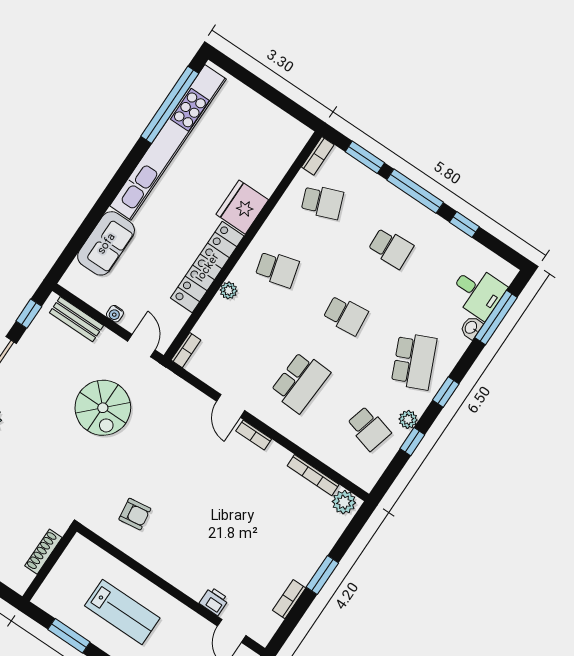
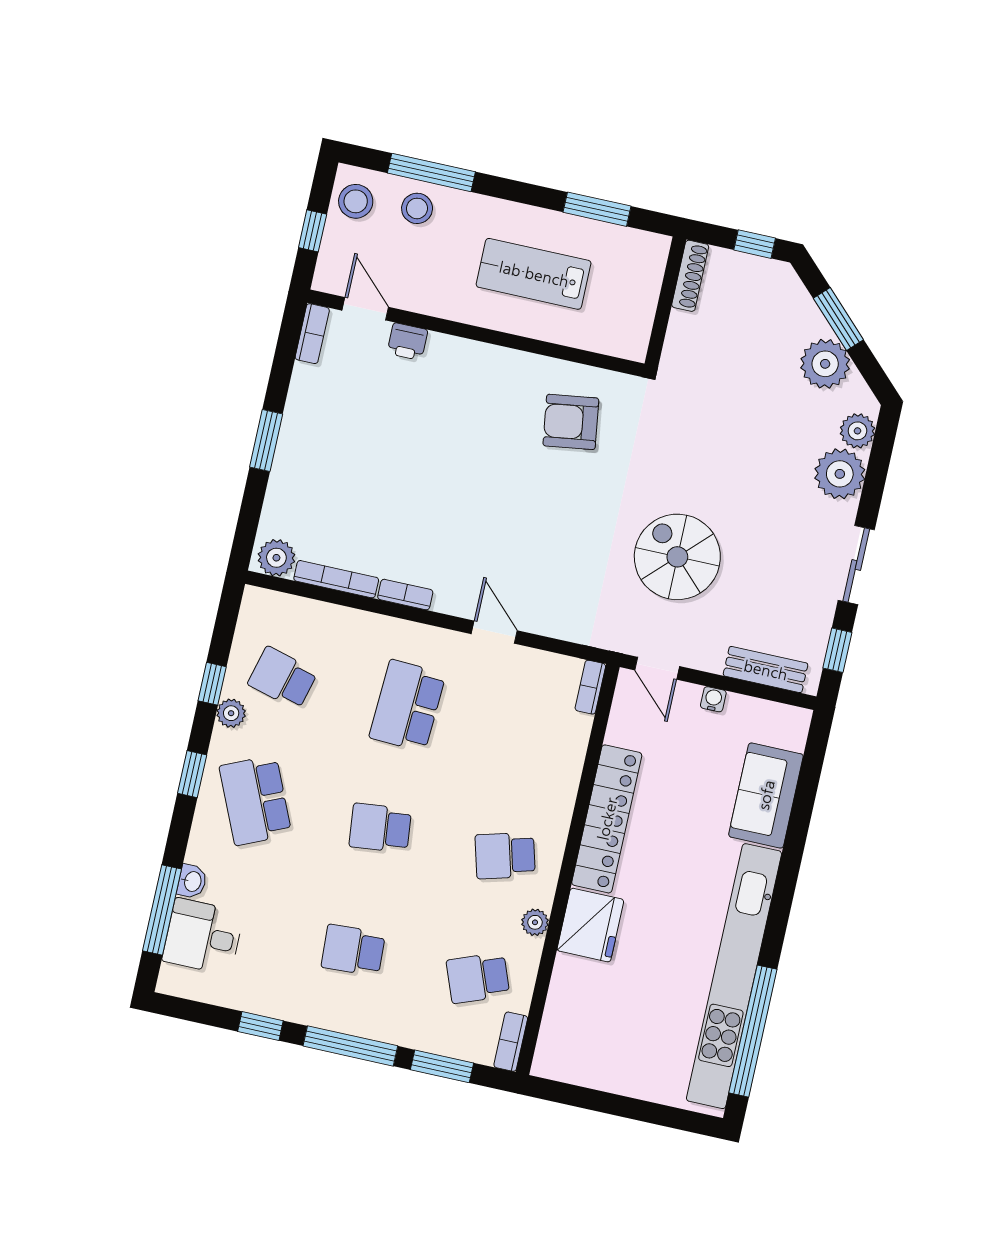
plant: (229, 290) -> (535, 922), moved
bookcase: (254, 435) -> (405, 595), moved
armchair: (135, 514) -> (571, 422), width x1.38, depth x1.38
shoe rack: (43, 552) -> (690, 276), moved
bookcase: (289, 599) -> (312, 334), moved

